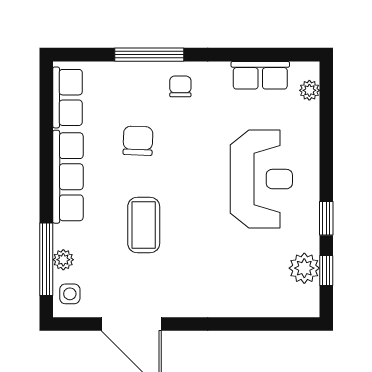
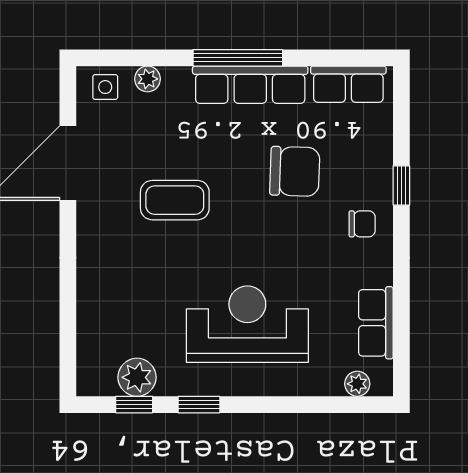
window: (149, 55) -> (401, 185), width x0.46
chair: (138, 141) -> (295, 171), width x1.37, depth x1.37
reception desk: (261, 179) -> (247, 324), turned 180
coffee table: (144, 225) -> (175, 200), moved
window: (46, 259) -> (238, 58), moved

